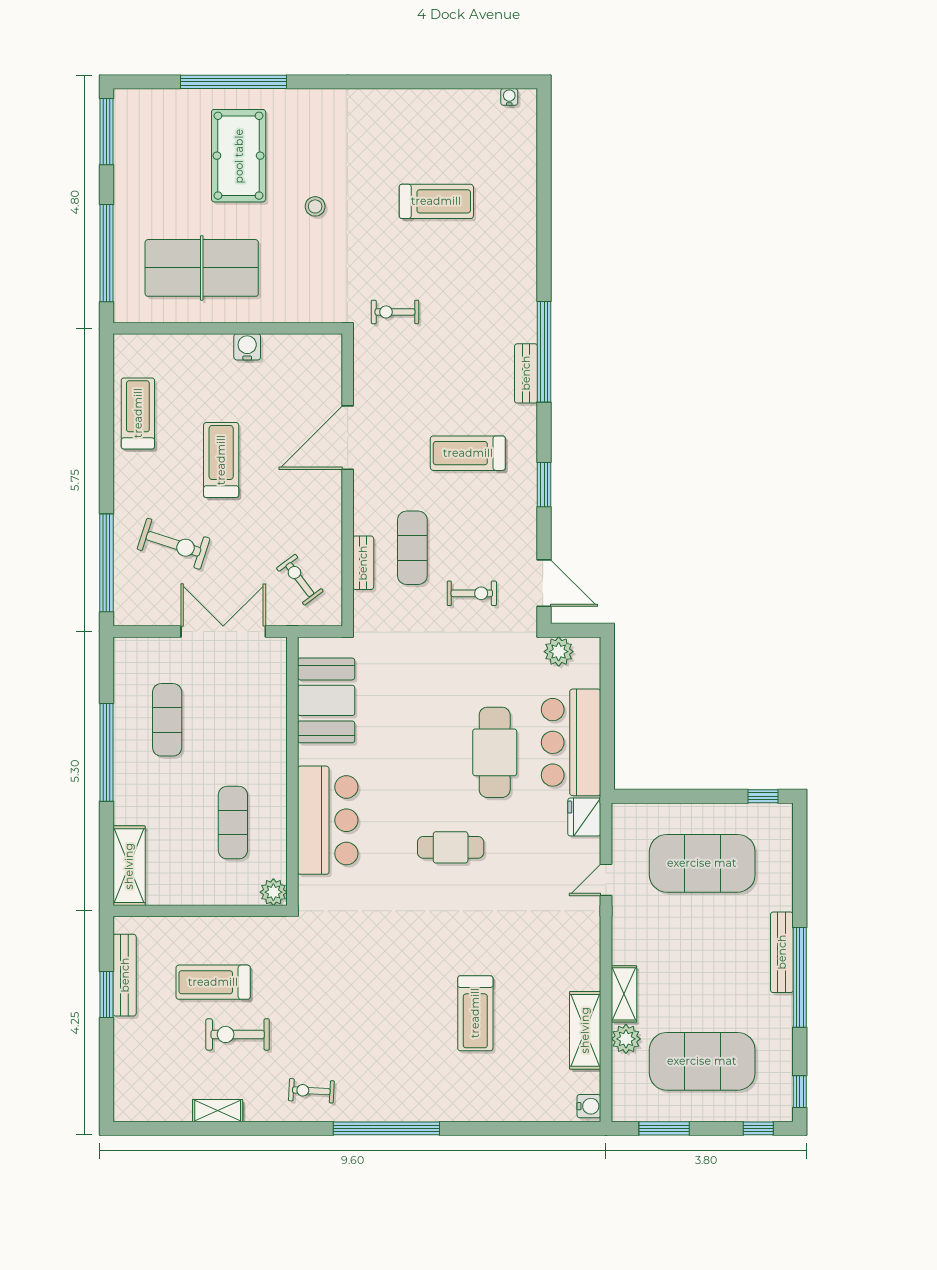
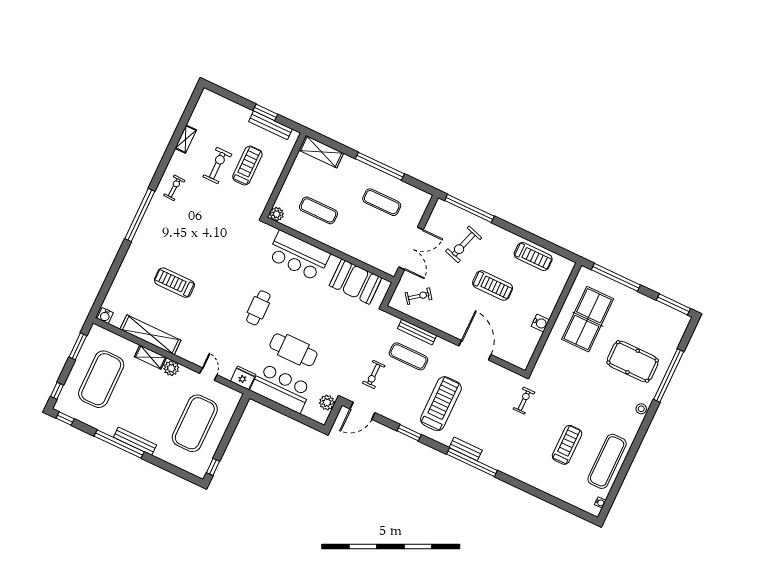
exercise mat: (432, 118) -> (607, 461), added
treadmill: (436, 201) -> (567, 445), turned 180
stool: (315, 206) -> (641, 409), moved
treadmill: (468, 453) -> (441, 404), width x1.37, depth x1.38
bench: (363, 563) -> (417, 332), width x1.36
shelving: (585, 1030) -> (150, 335), width x1.47
plant: (626, 1039) -> (171, 368), moved

